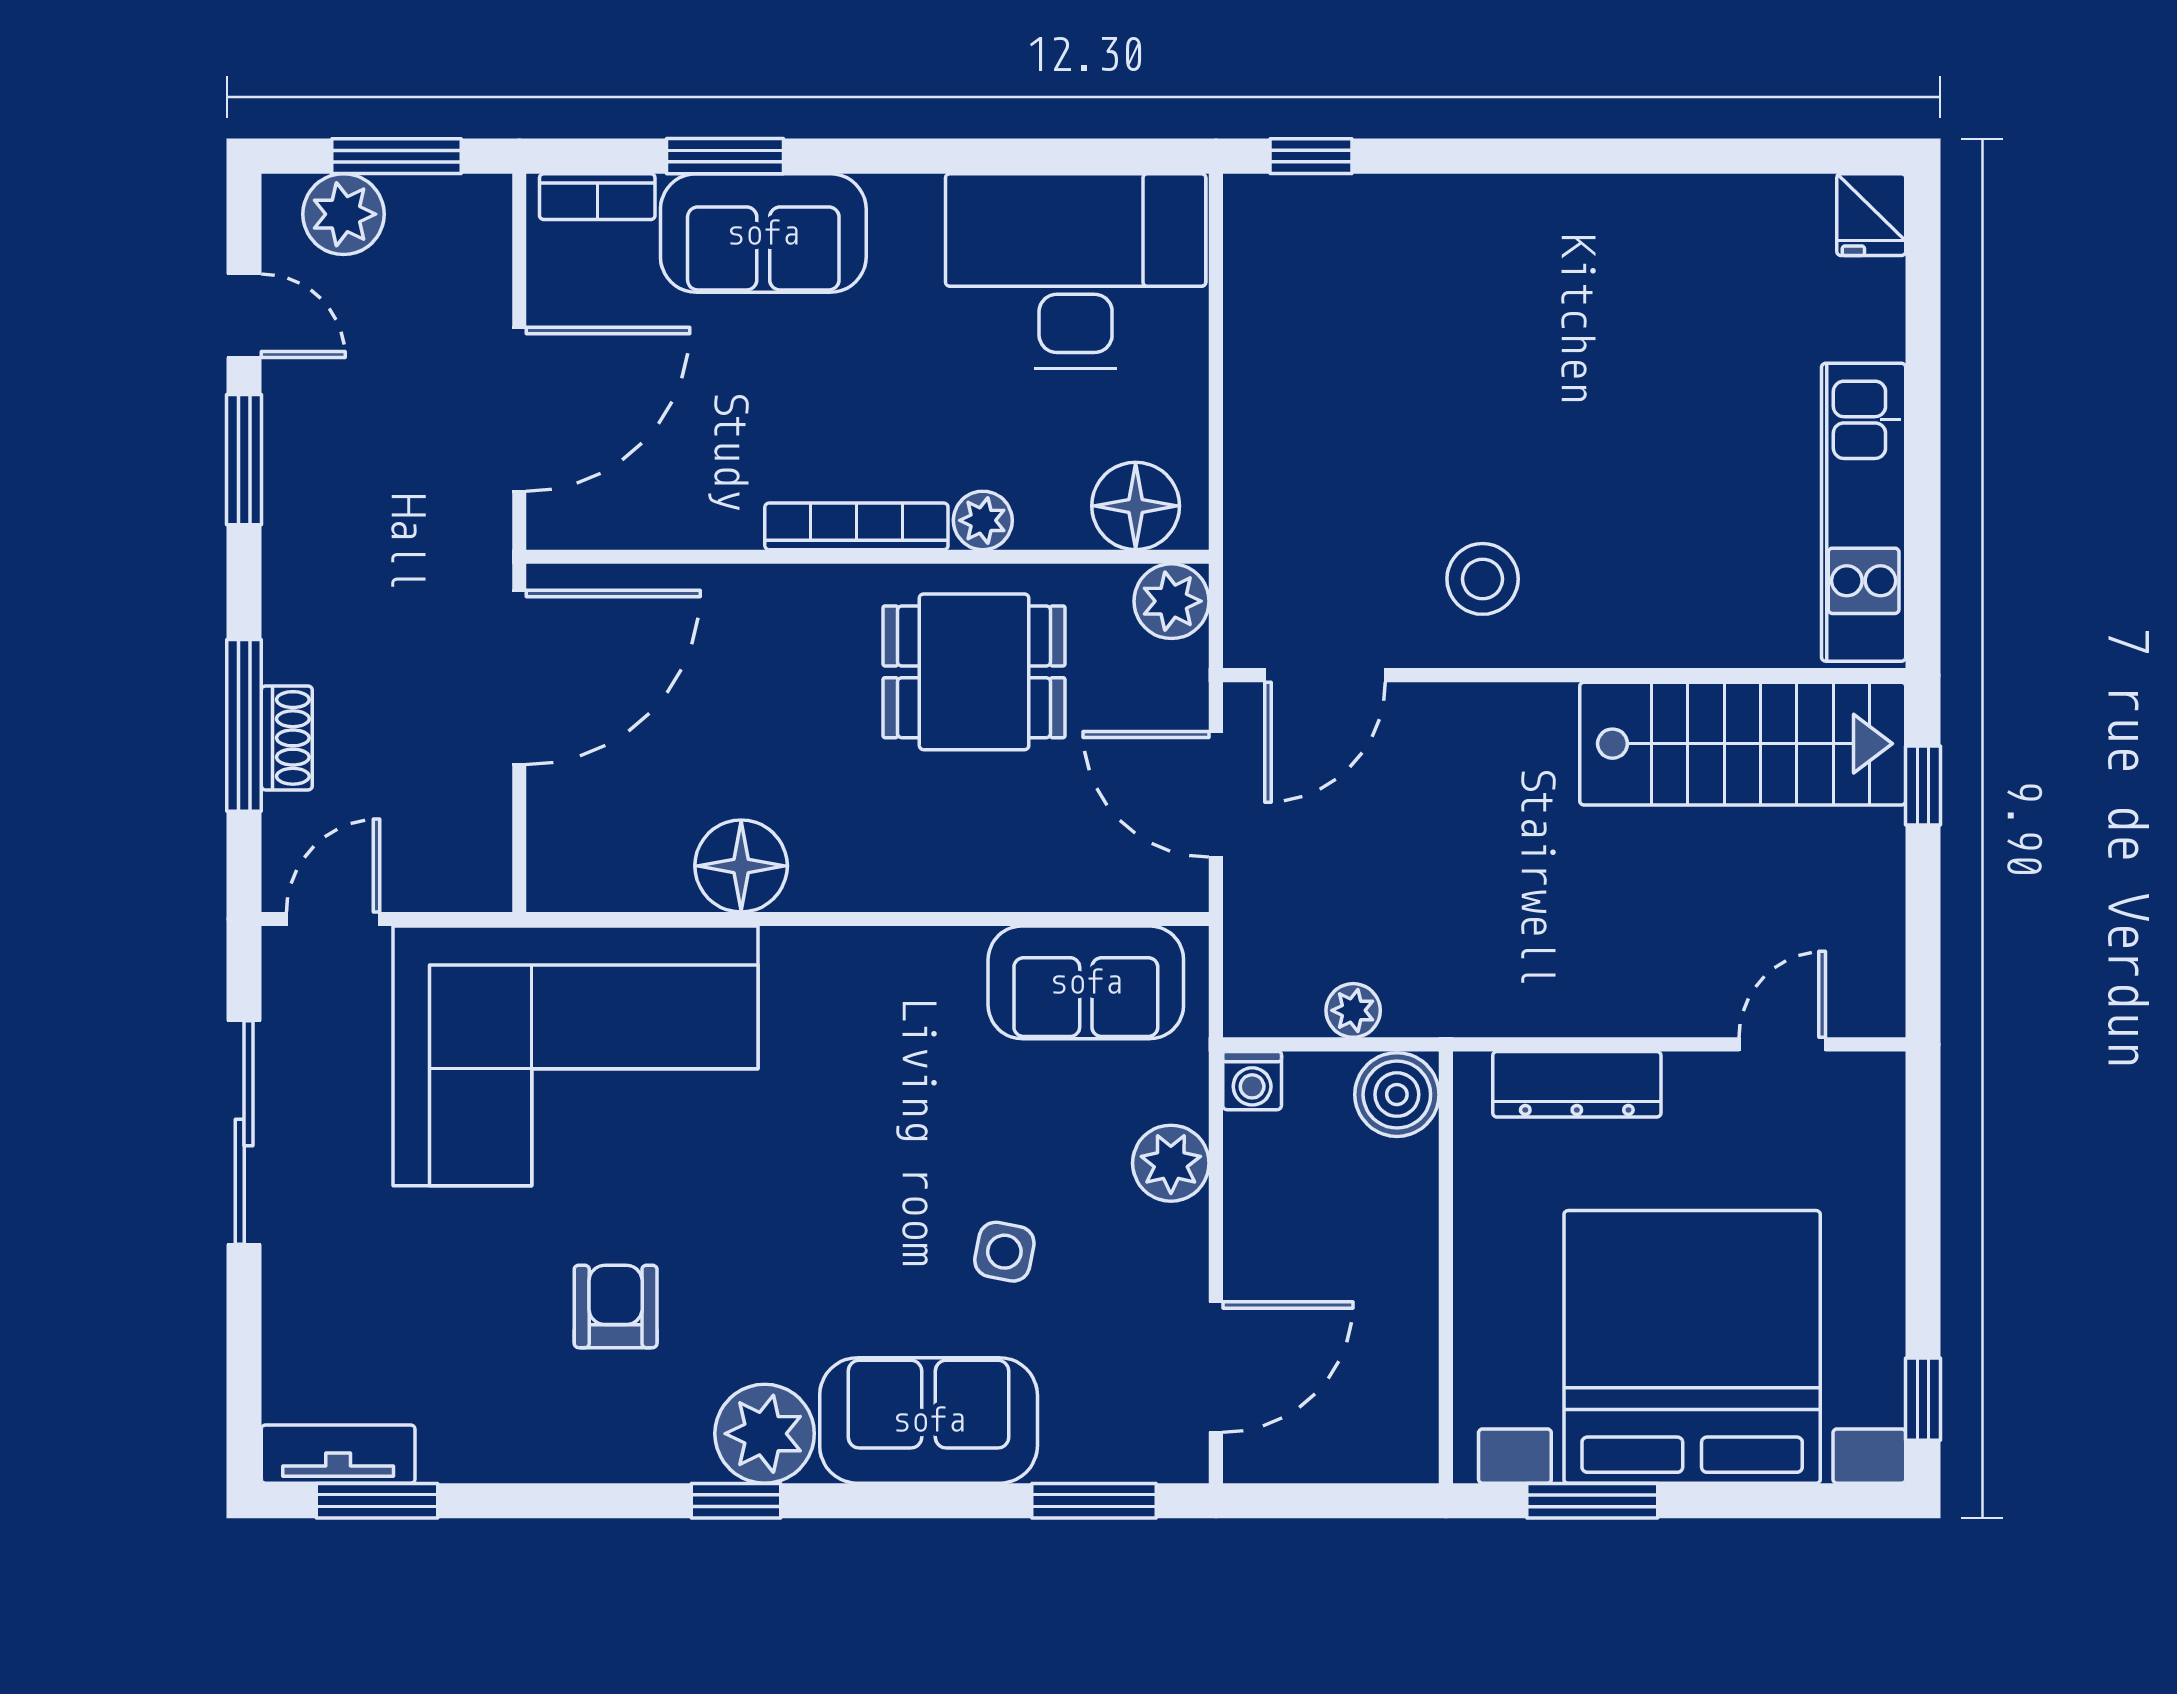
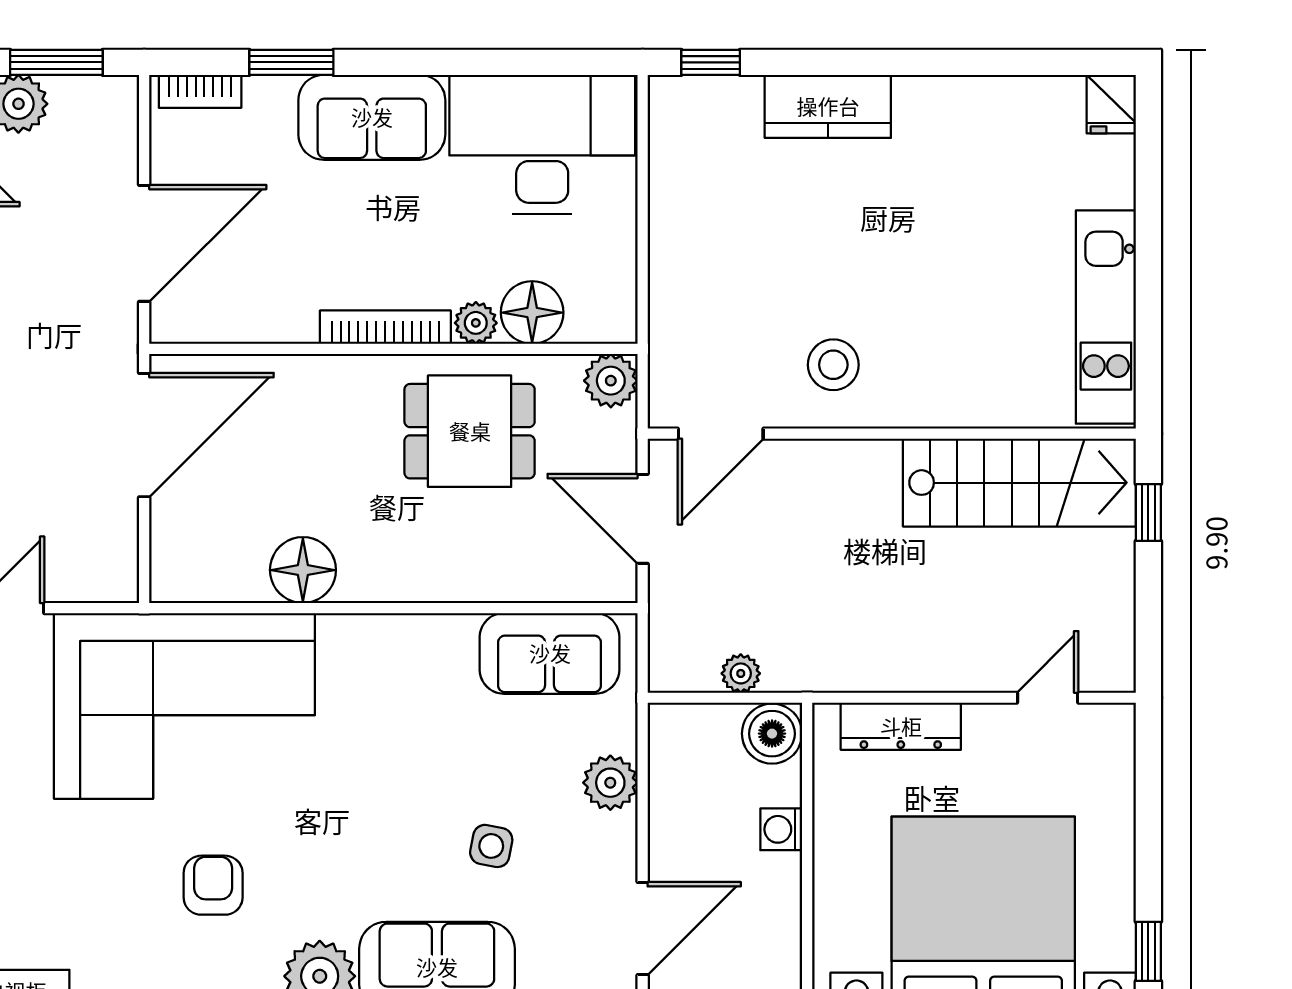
kitchen counter: (1475, 218) -> (828, 106), added
sofa: (763, 233) -> (372, 117), moved
floor lamp: (1136, 506) -> (532, 313), moved
washing machine: (1252, 1081) -> (781, 829), moved, turned 90

